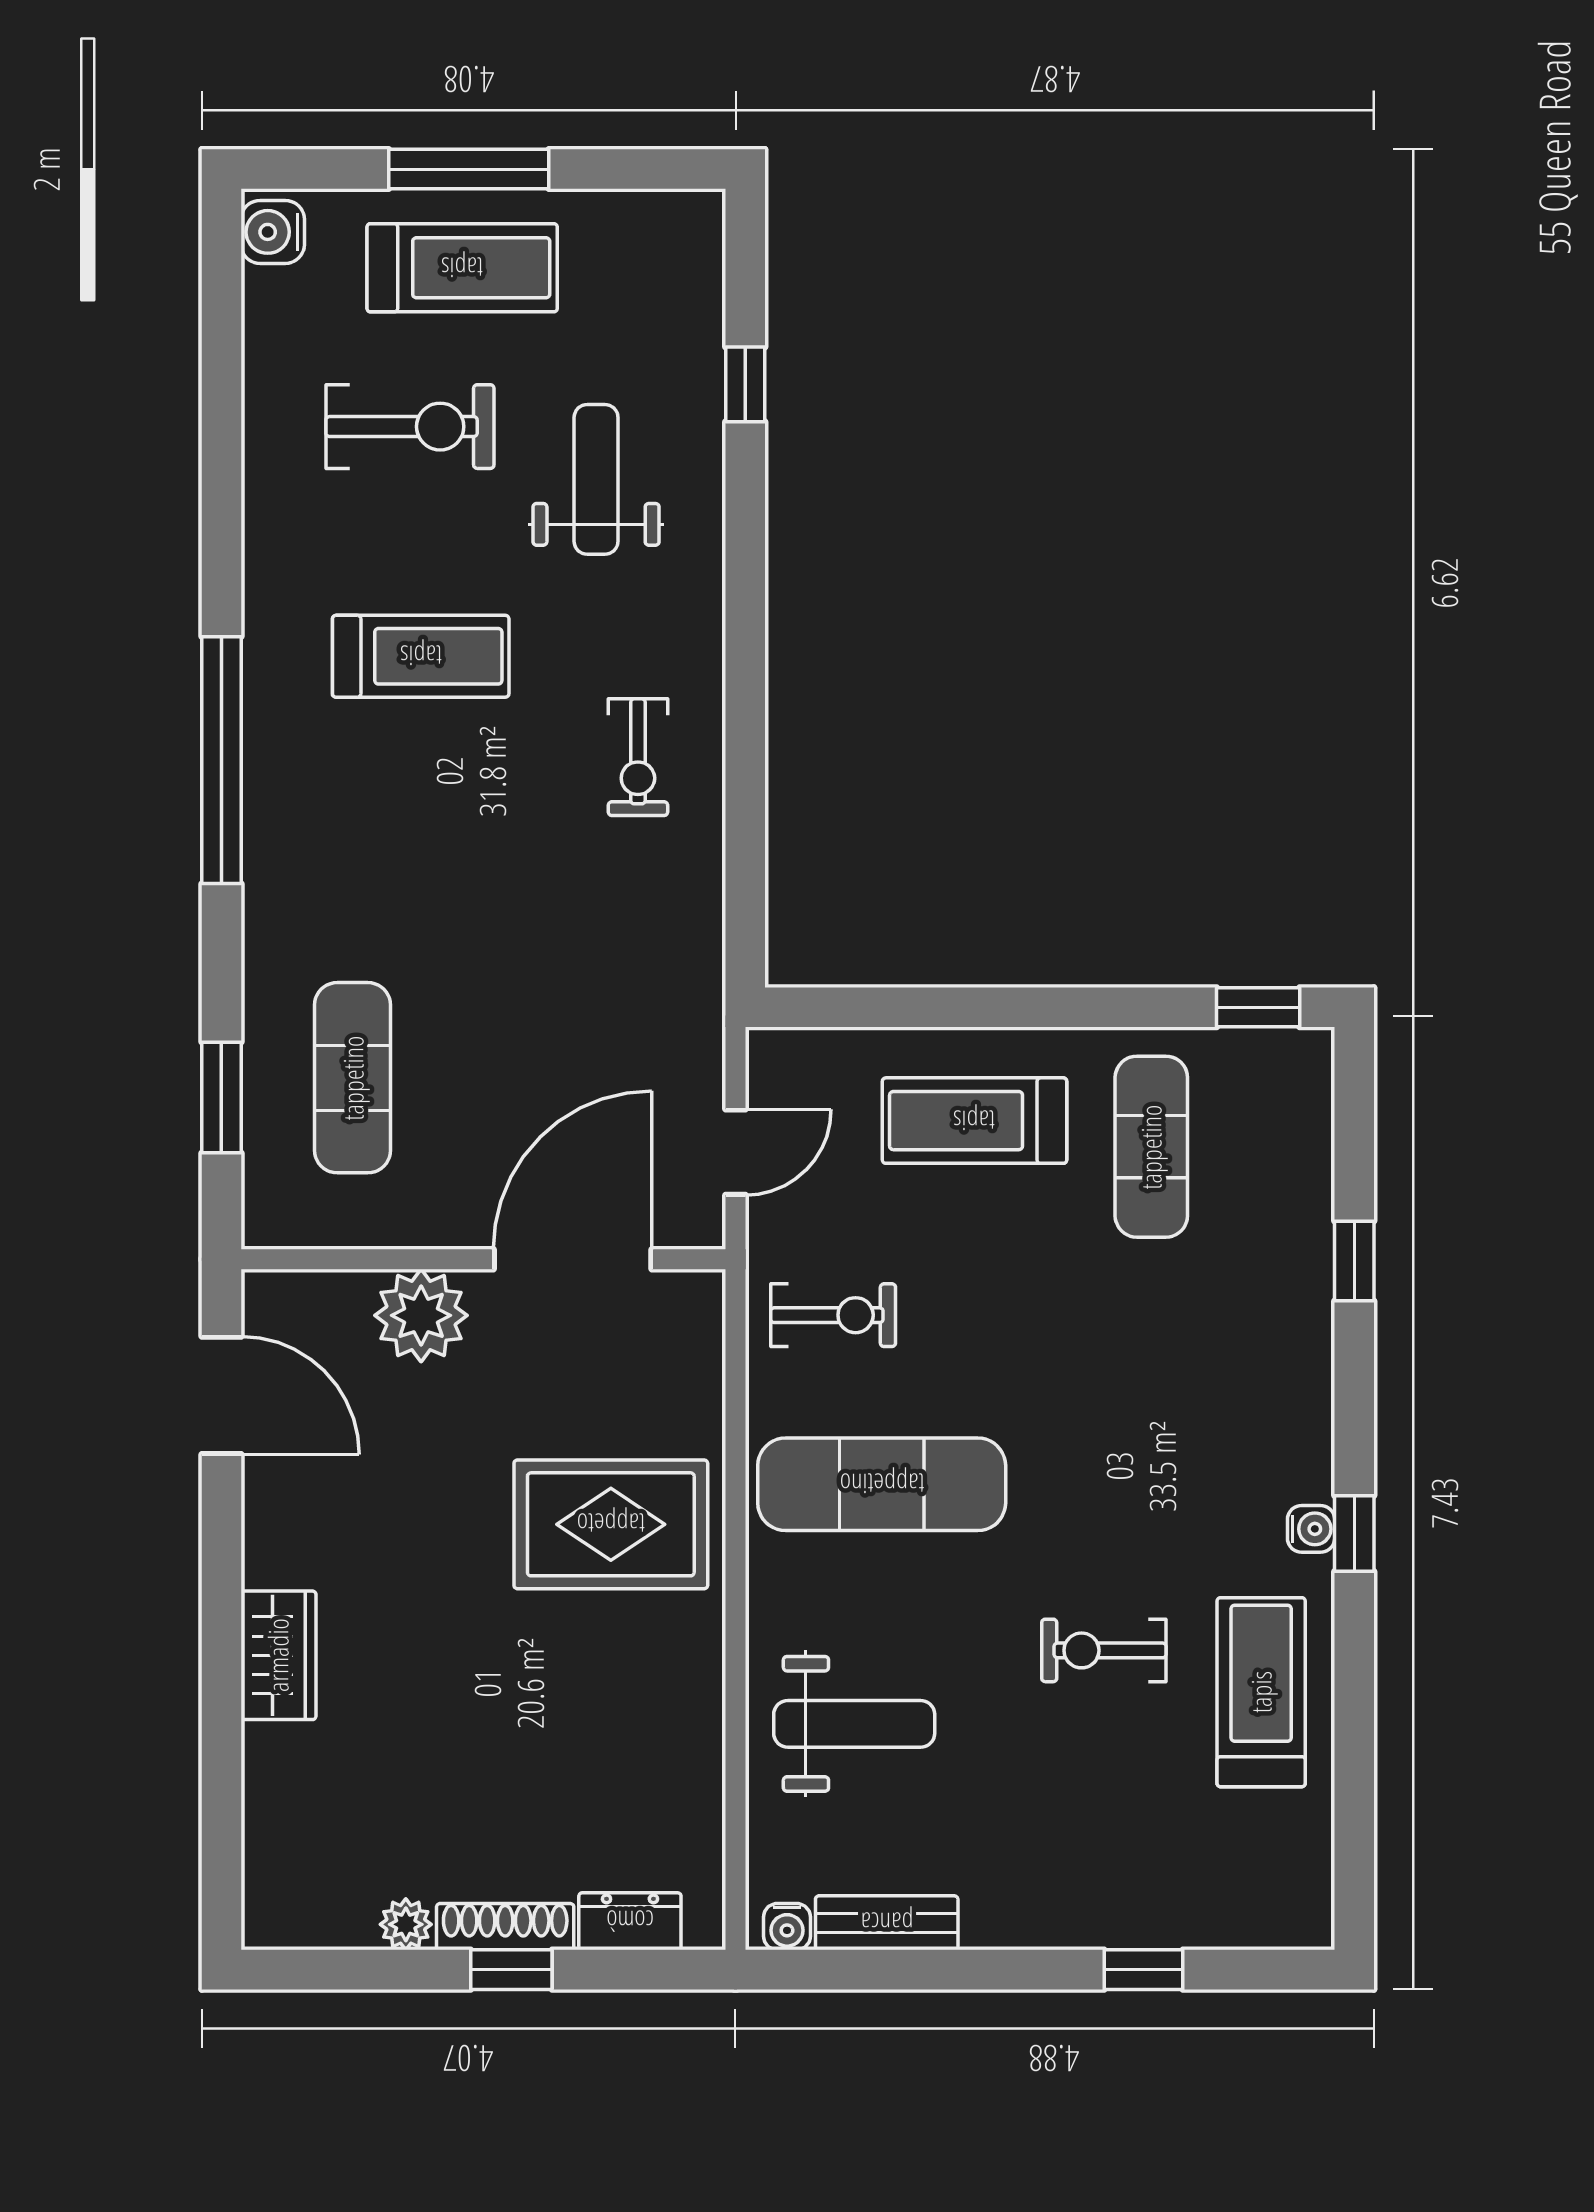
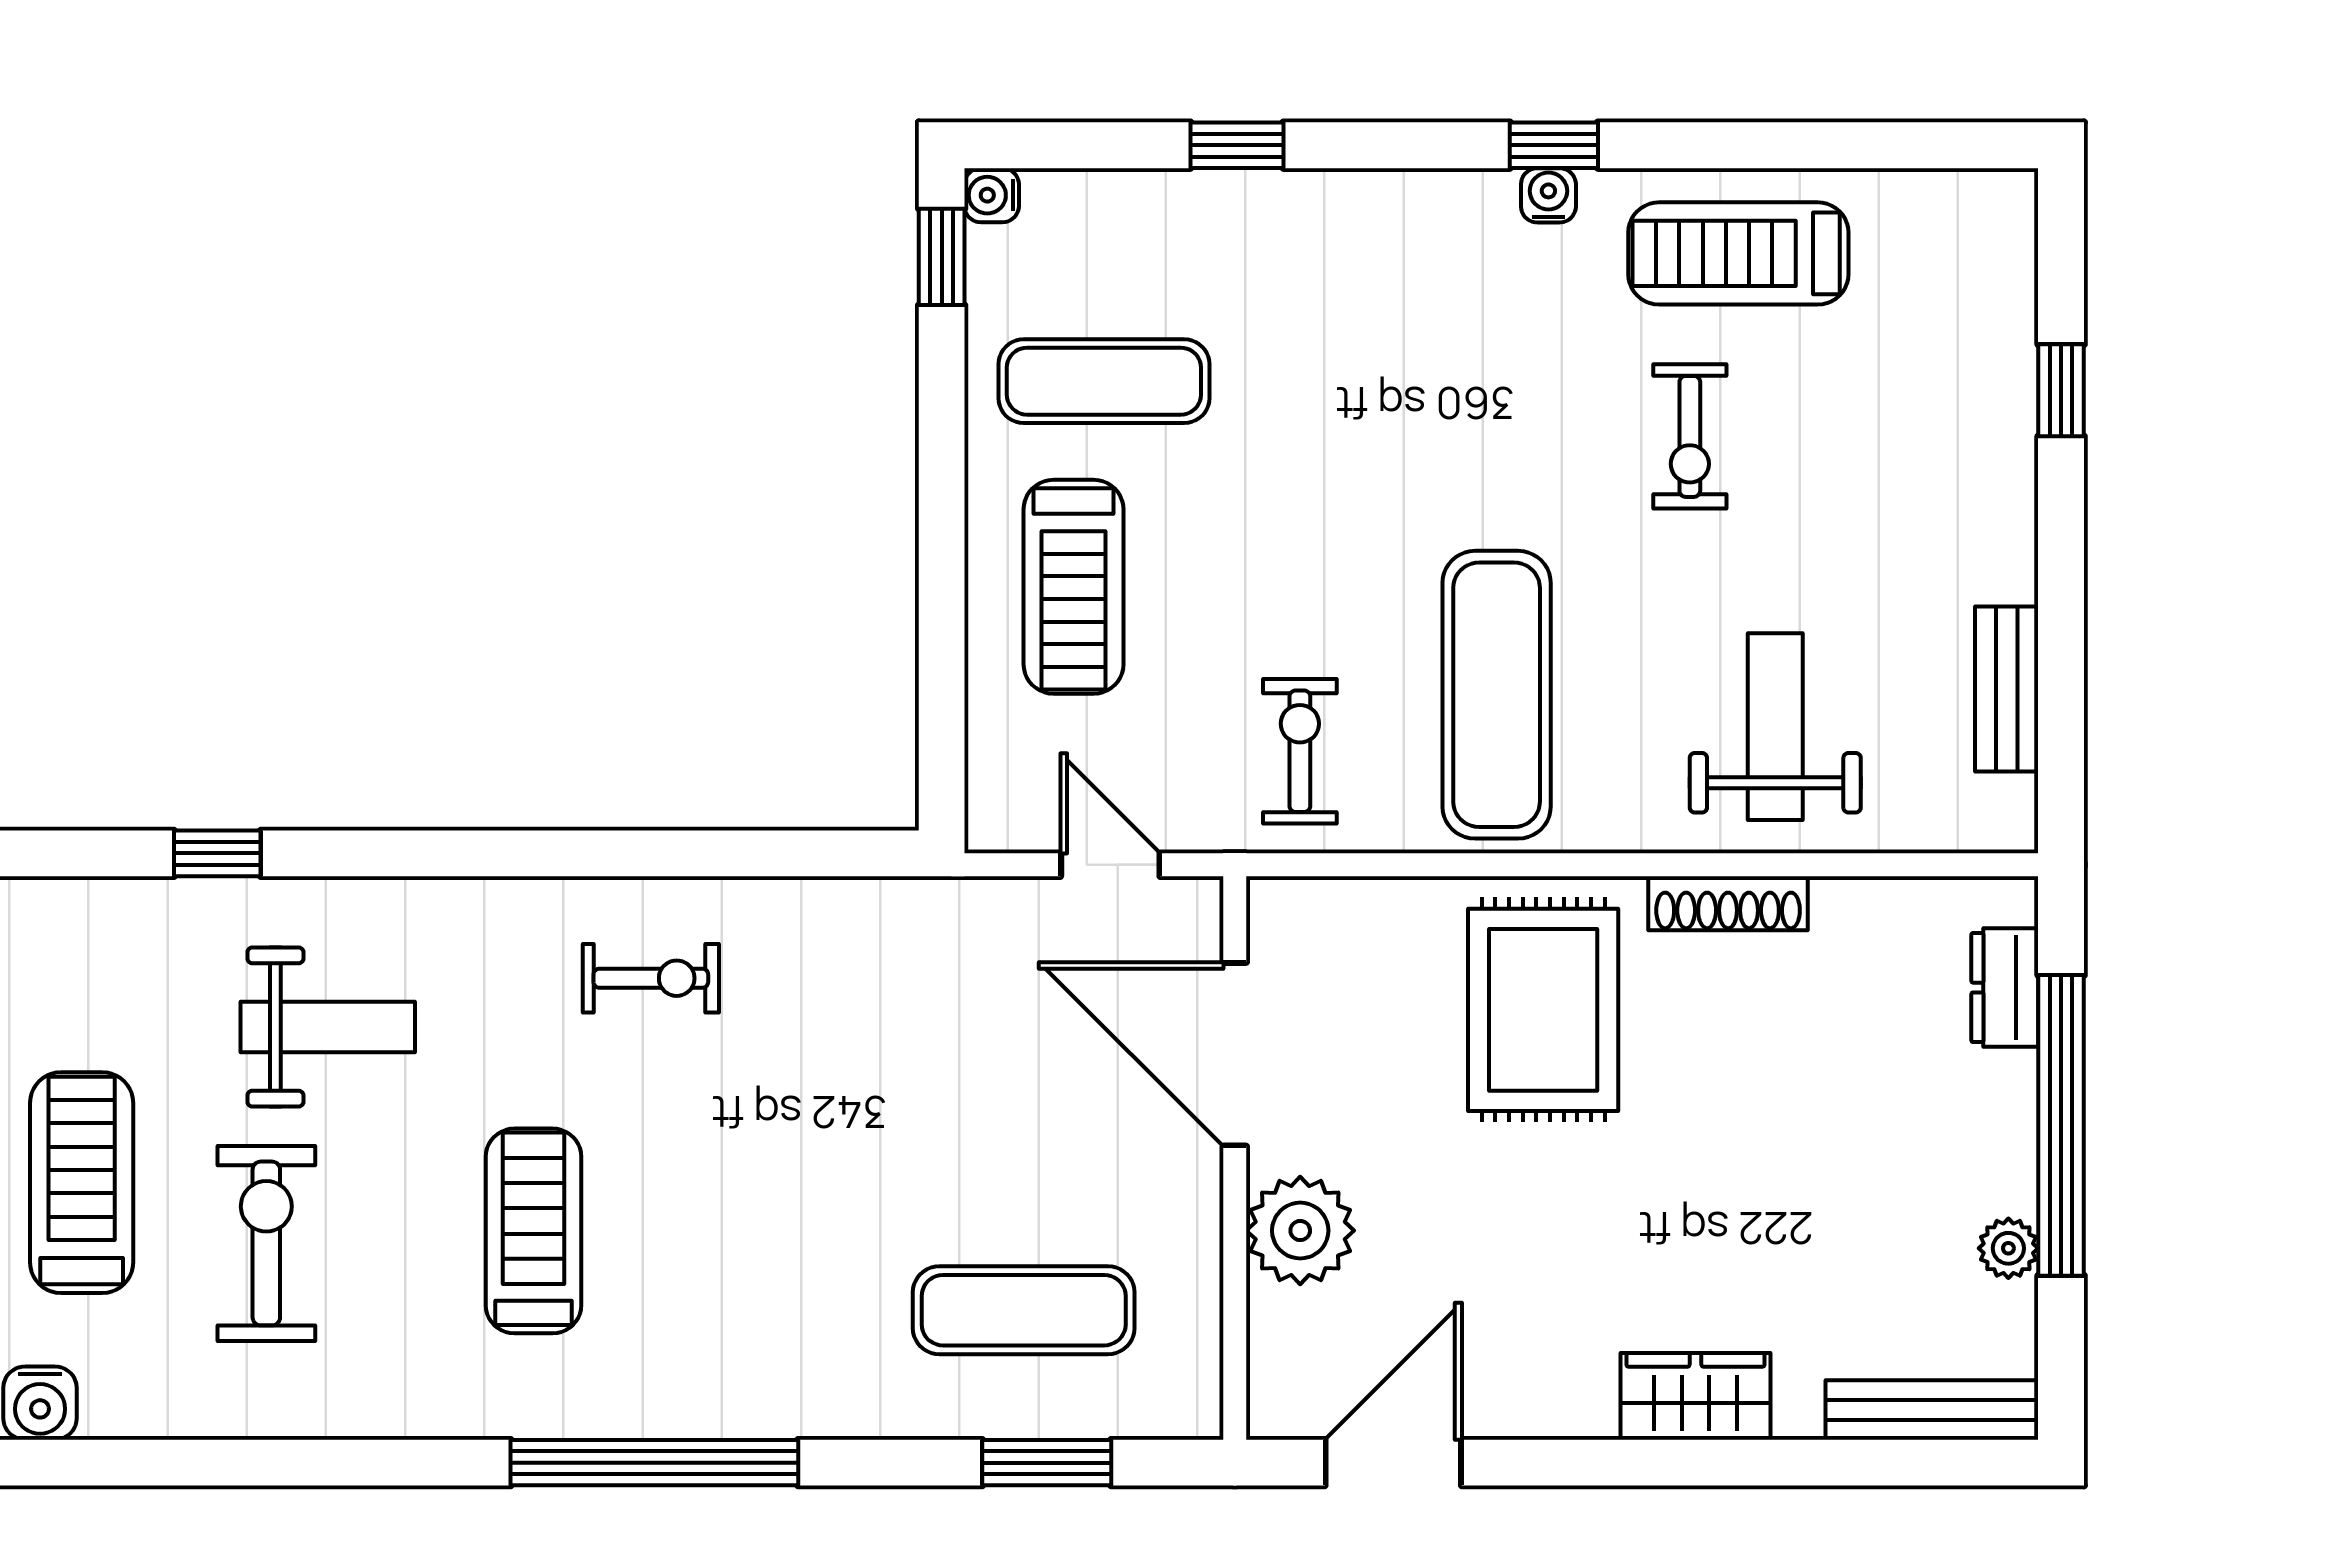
weight bench: (596, 479) -> (328, 1027), turned 180
bench: (267, 1859) -> (1932, 1410), added
shoe rack: (505, 1927) -> (1728, 903), moved, turned -90
water cooler: (787, 1927) -> (992, 195), moved, turned 180
window: (511, 1970) -> (2061, 1125), width x3.17

